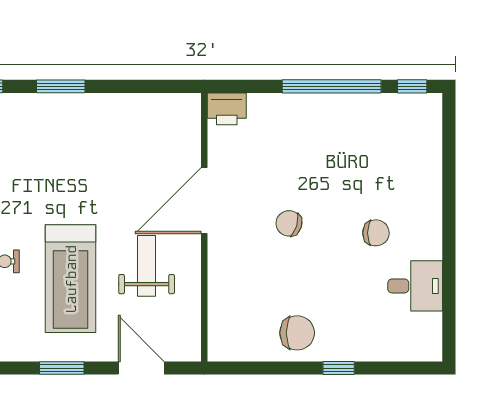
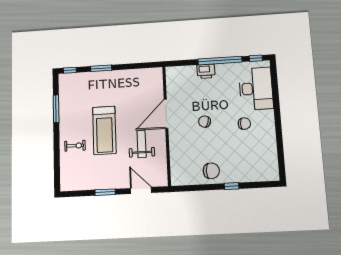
printer: (227, 109) -> (206, 71), moved
treadmill: (71, 279) -> (104, 130), moved
desk: (415, 286) -> (256, 89), moved, width x1.87, depth x1.30

